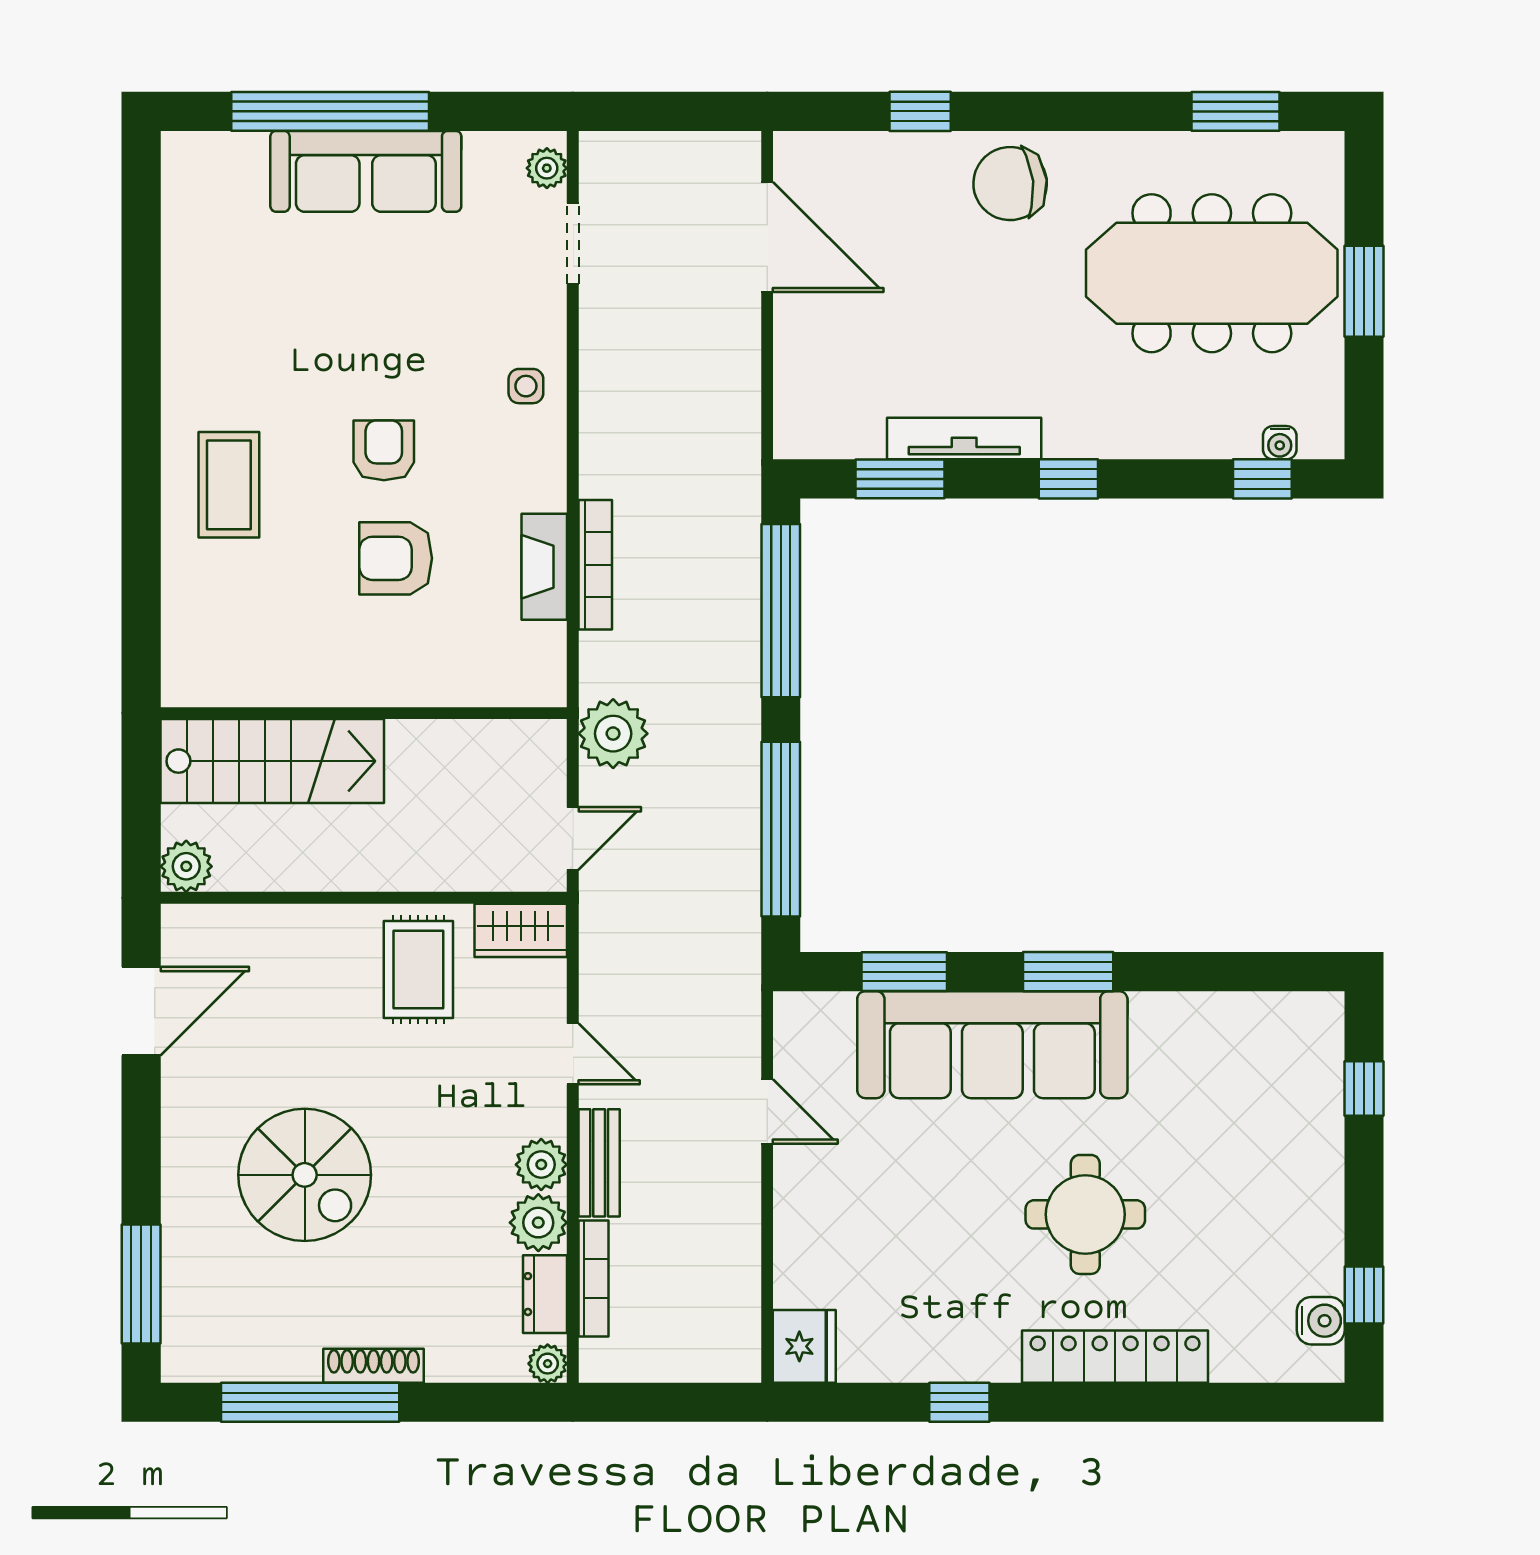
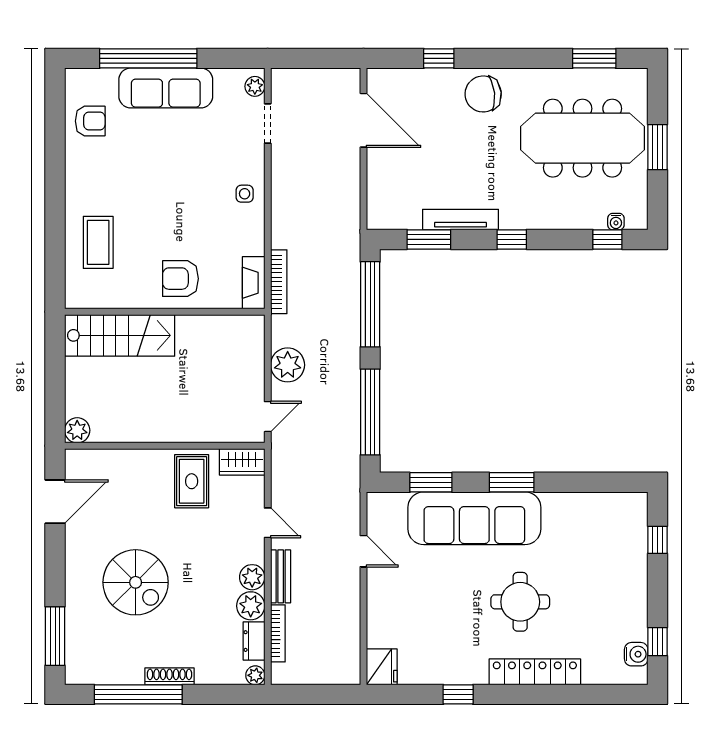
armchair: (384, 450) -> (90, 121), moved, turned 90
wall: (364, 713) -> (165, 312), moved
stairs: (272, 761) -> (120, 335), moved

